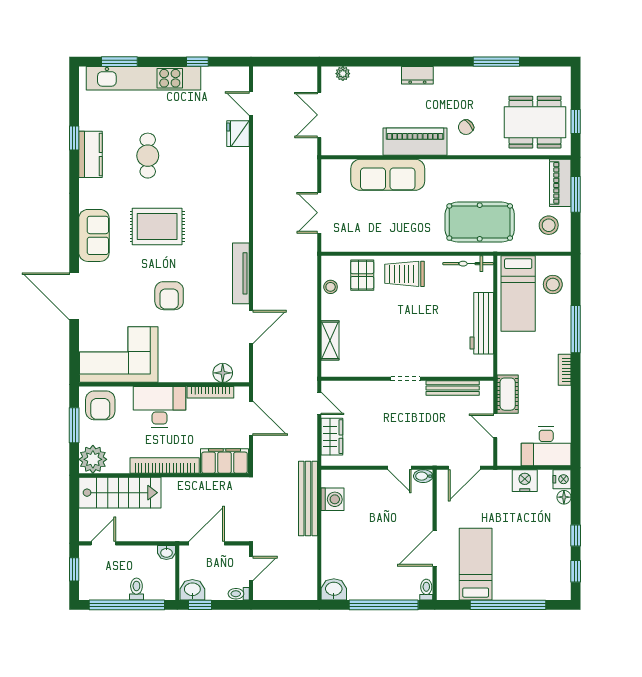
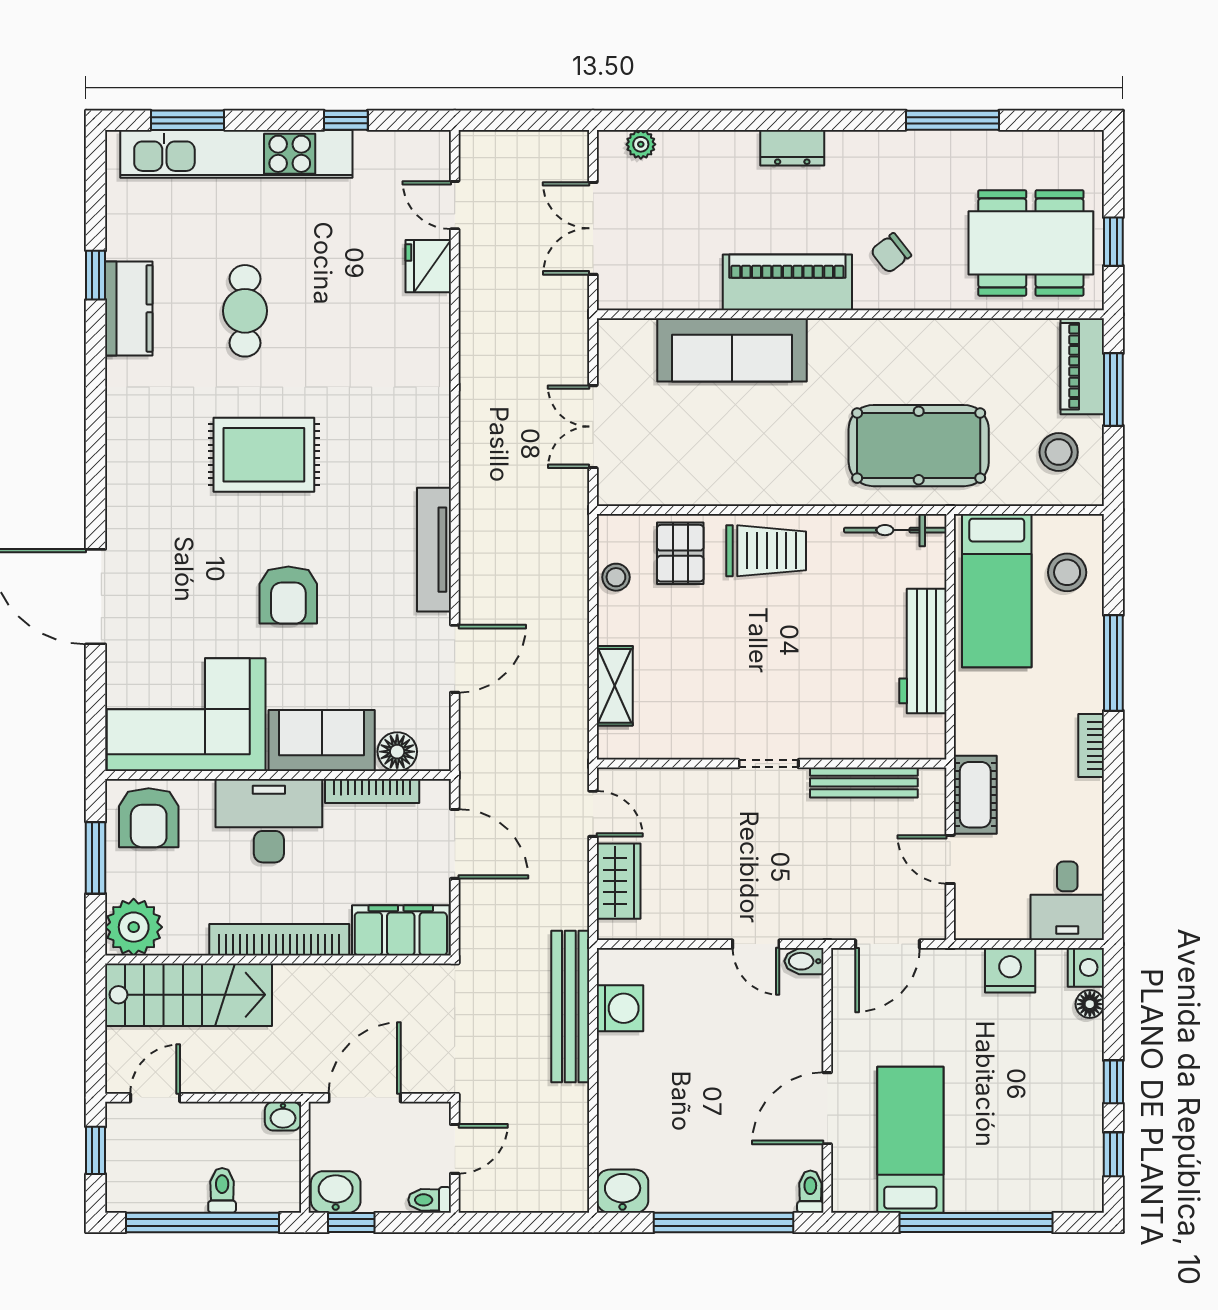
sofa: (94, 235) -> (322, 741), moved, turned -90
trolley: (405, 274) -> (766, 551), turned 180
desk: (546, 446) -> (1067, 901), width x0.73

